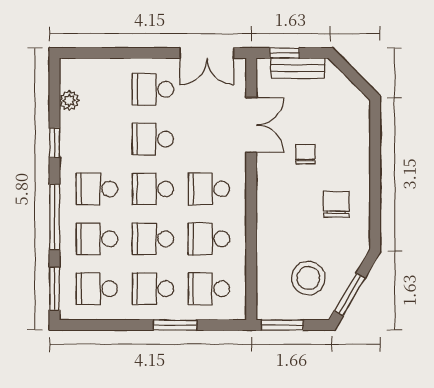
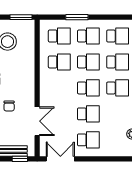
double door: (251, 125) -> (37, 121), swing flipped
school desk: (209, 189) -> (59, 88), removed

